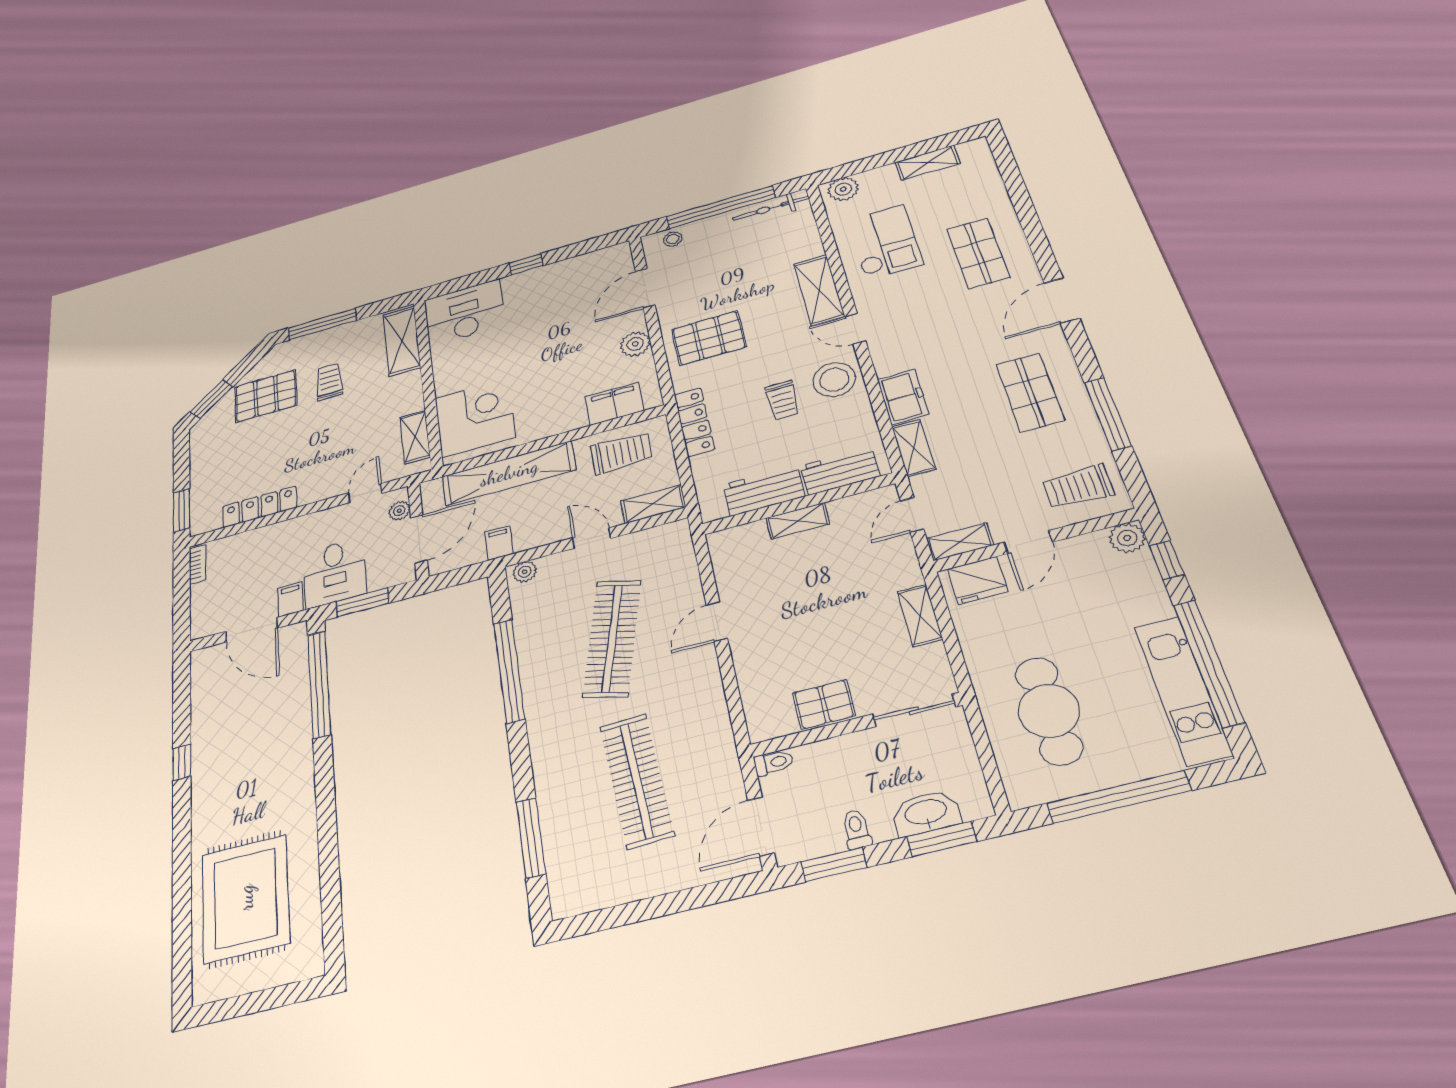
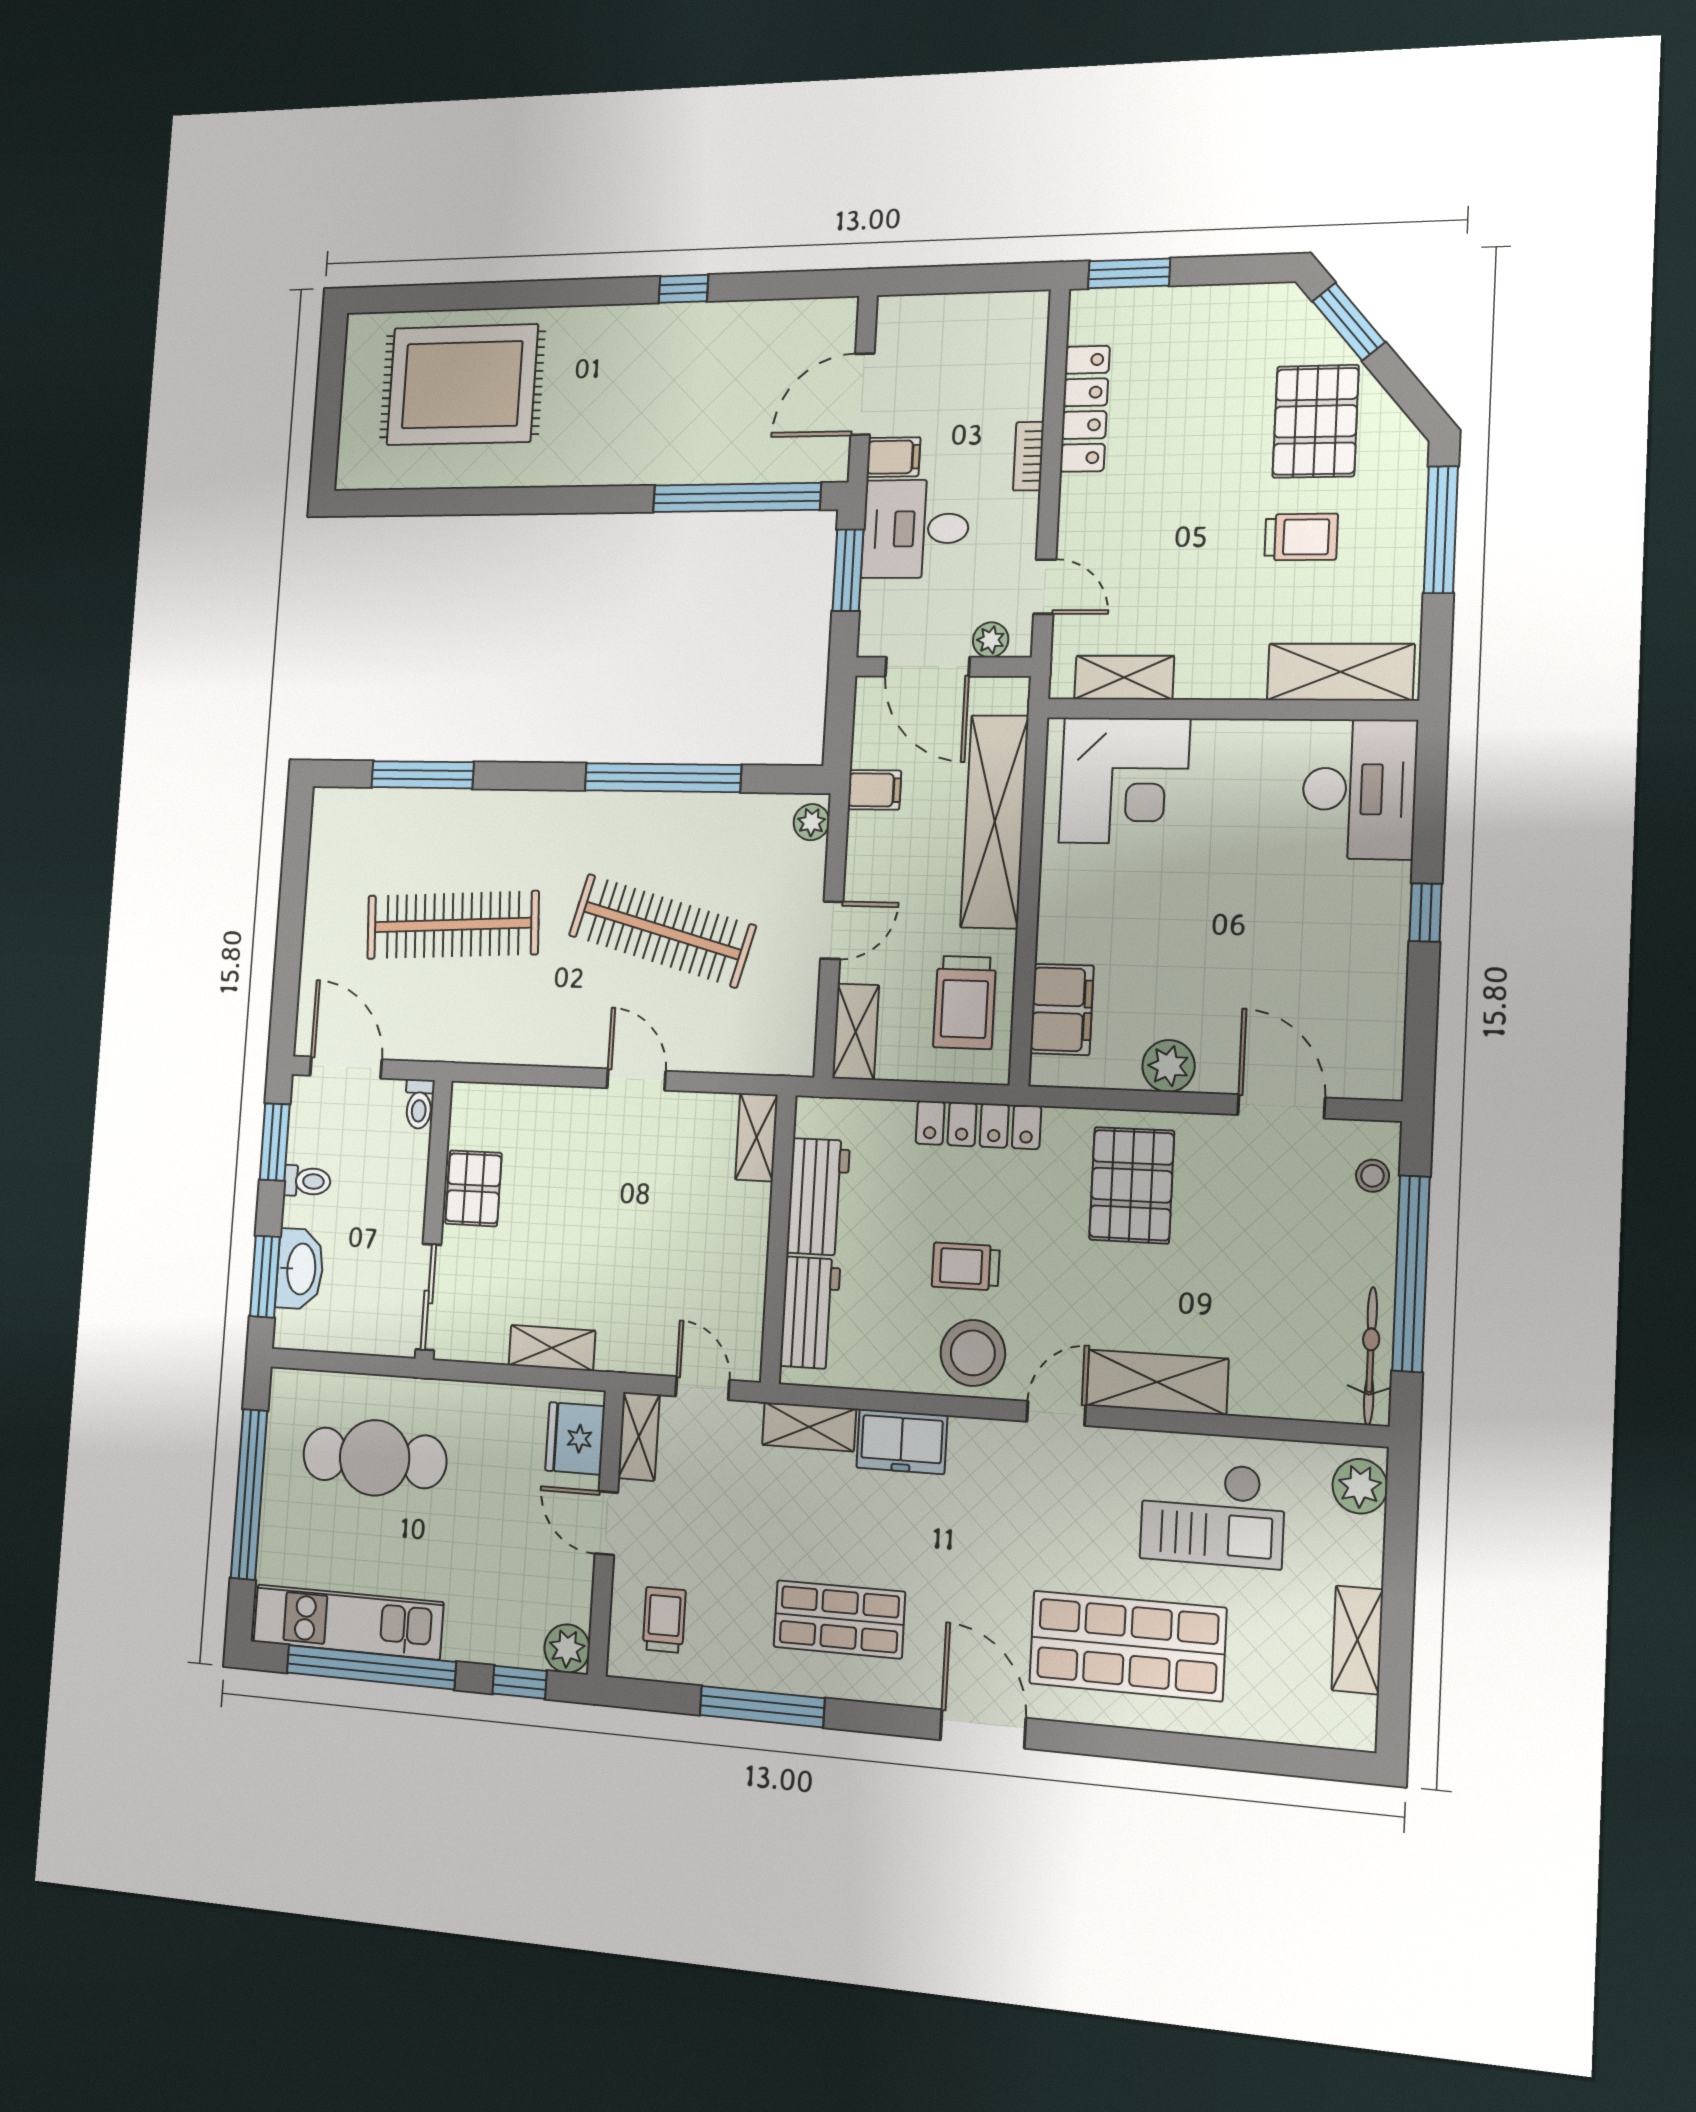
shop shelf: (978, 253) -> (1127, 1646), width x1.43, depth x1.36
trolley: (1078, 487) -> (664, 1620), width x0.73, depth x0.72
shelving: (798, 521) -> (756, 1137), moved
bookcase: (198, 564) -> (1029, 456), moved, turned 90

